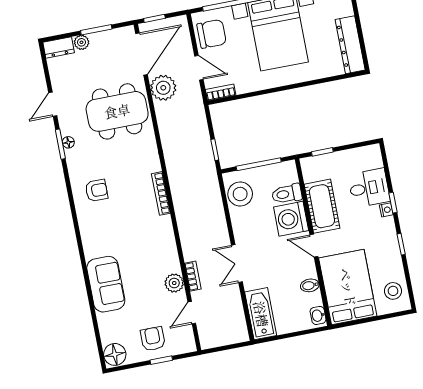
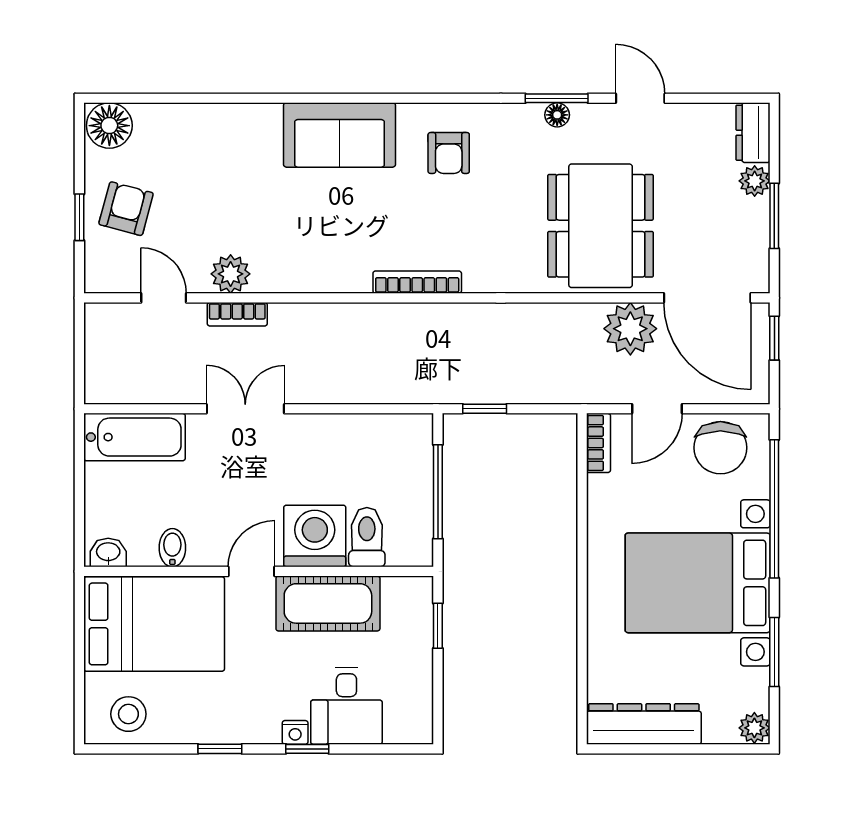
stool: (240, 194) -> (385, 443), removed
sofa: (106, 284) -> (340, 135), moved
armchair: (153, 339) -> (126, 209), turned -75

